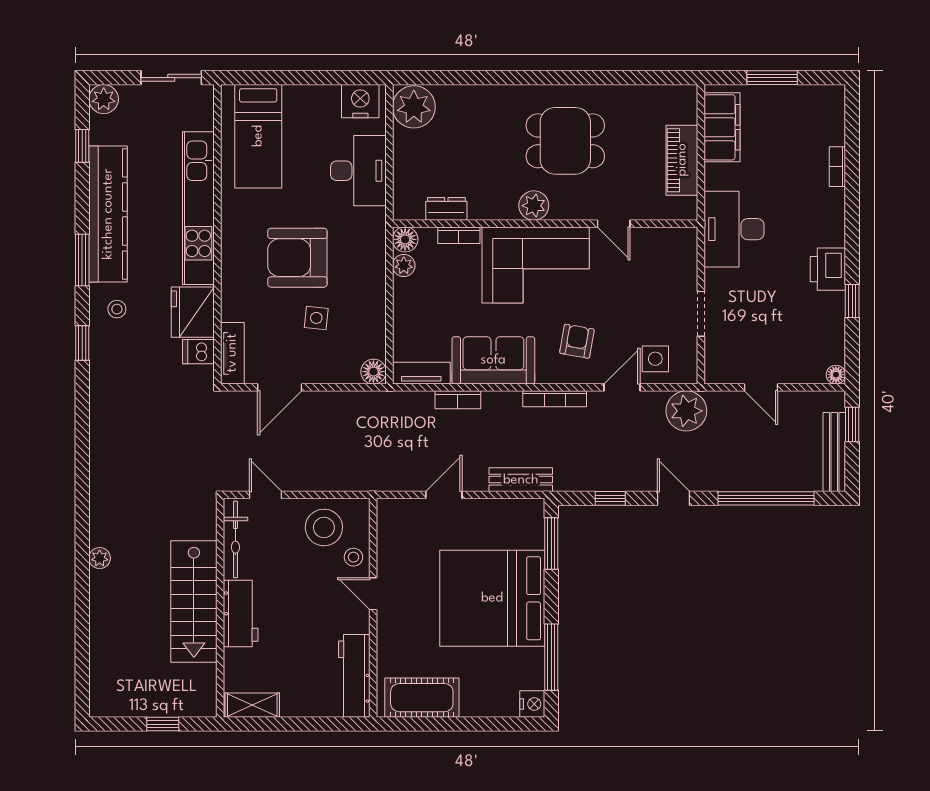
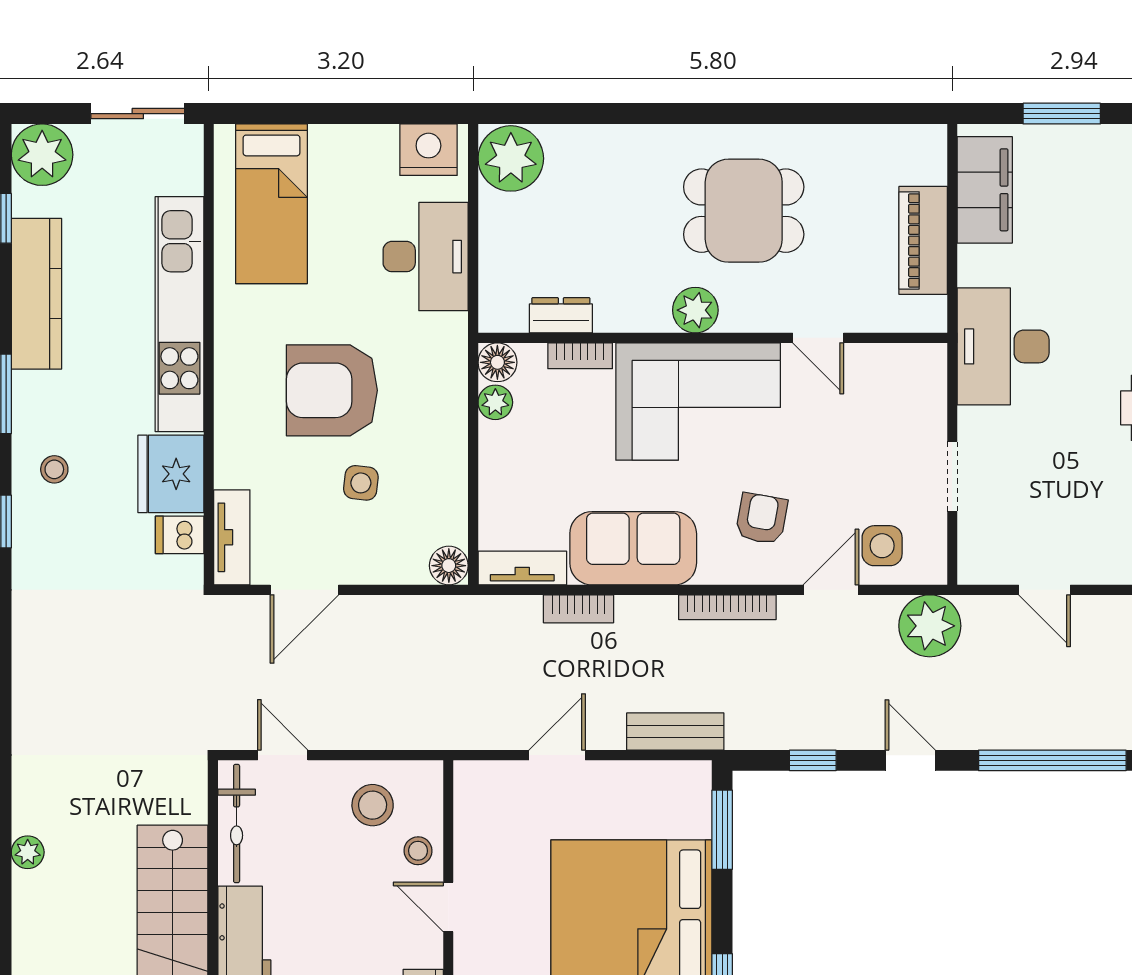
plant: (104, 99) -> (42, 155), width x1.36, depth x1.36
kitchen counter: (108, 214) -> (36, 294), width x0.72, depth x0.86
stool: (324, 527) -> (373, 805), width x0.73, depth x0.73

